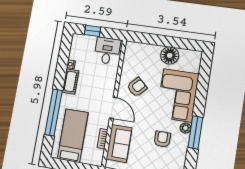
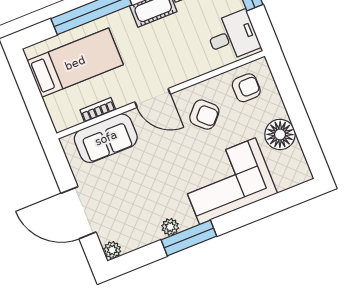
door: (113, 108) -> (153, 98), hinge flipped
plant: (185, 128) -> (170, 227), moved
armchair: (162, 139) -> (246, 88), moved

